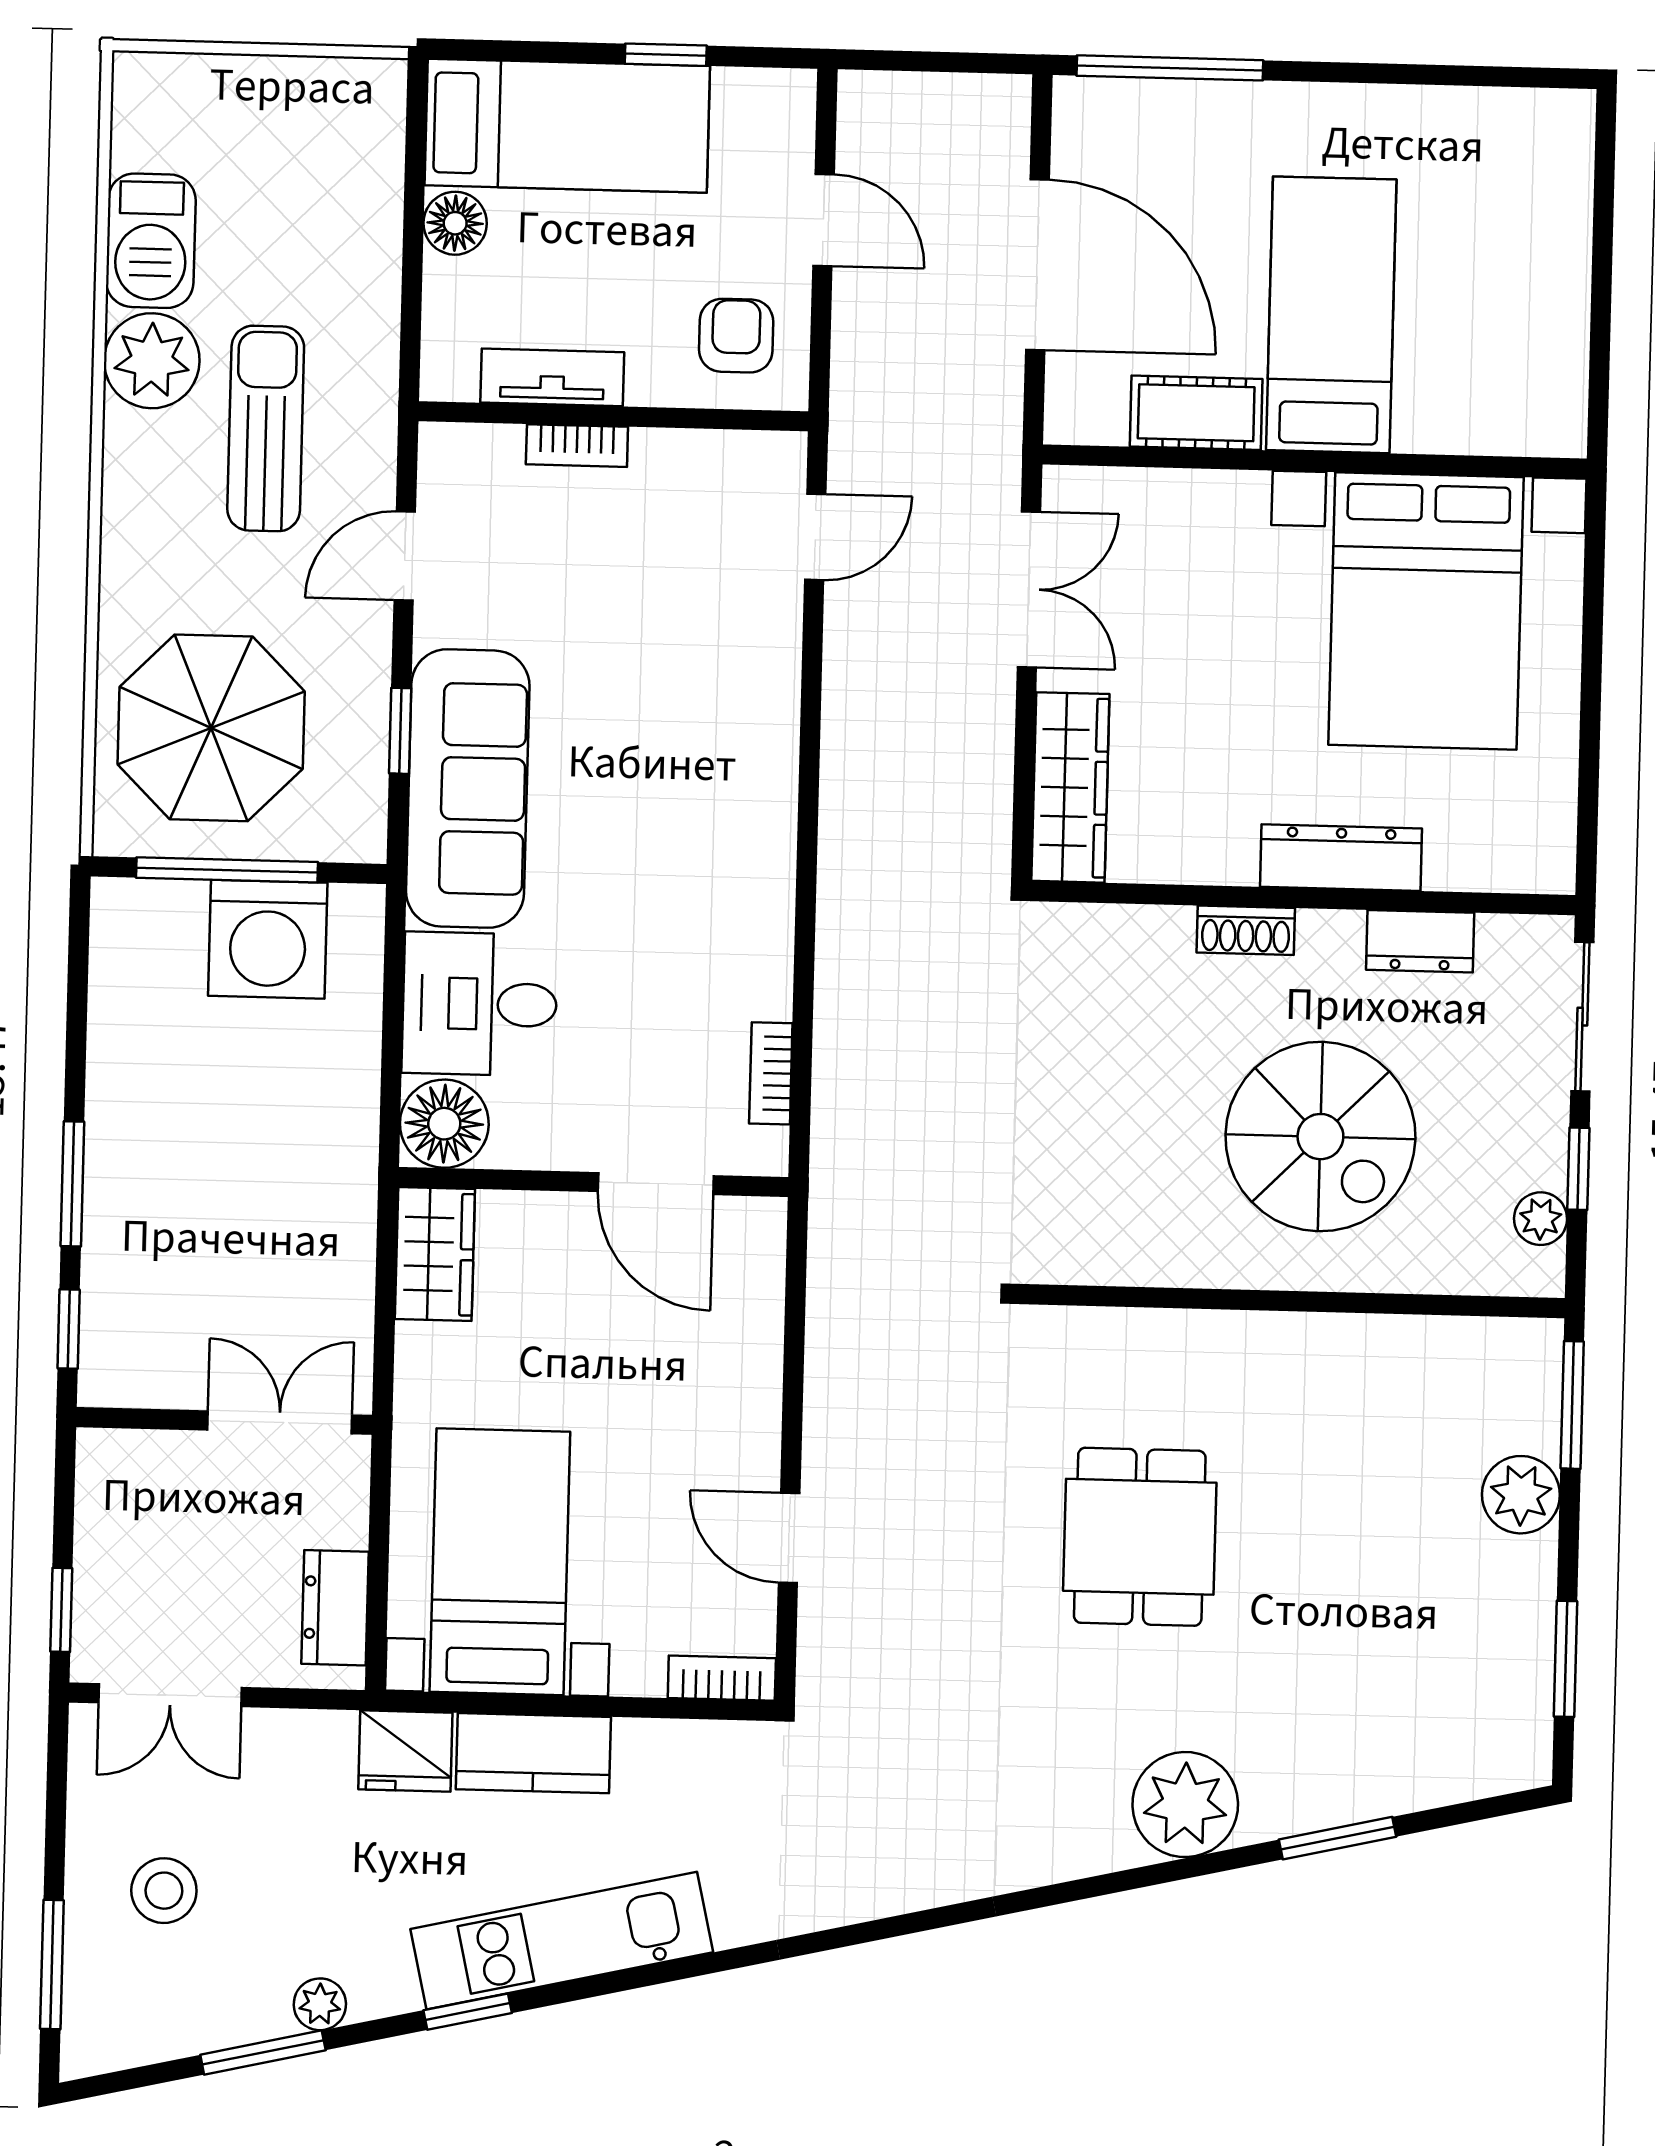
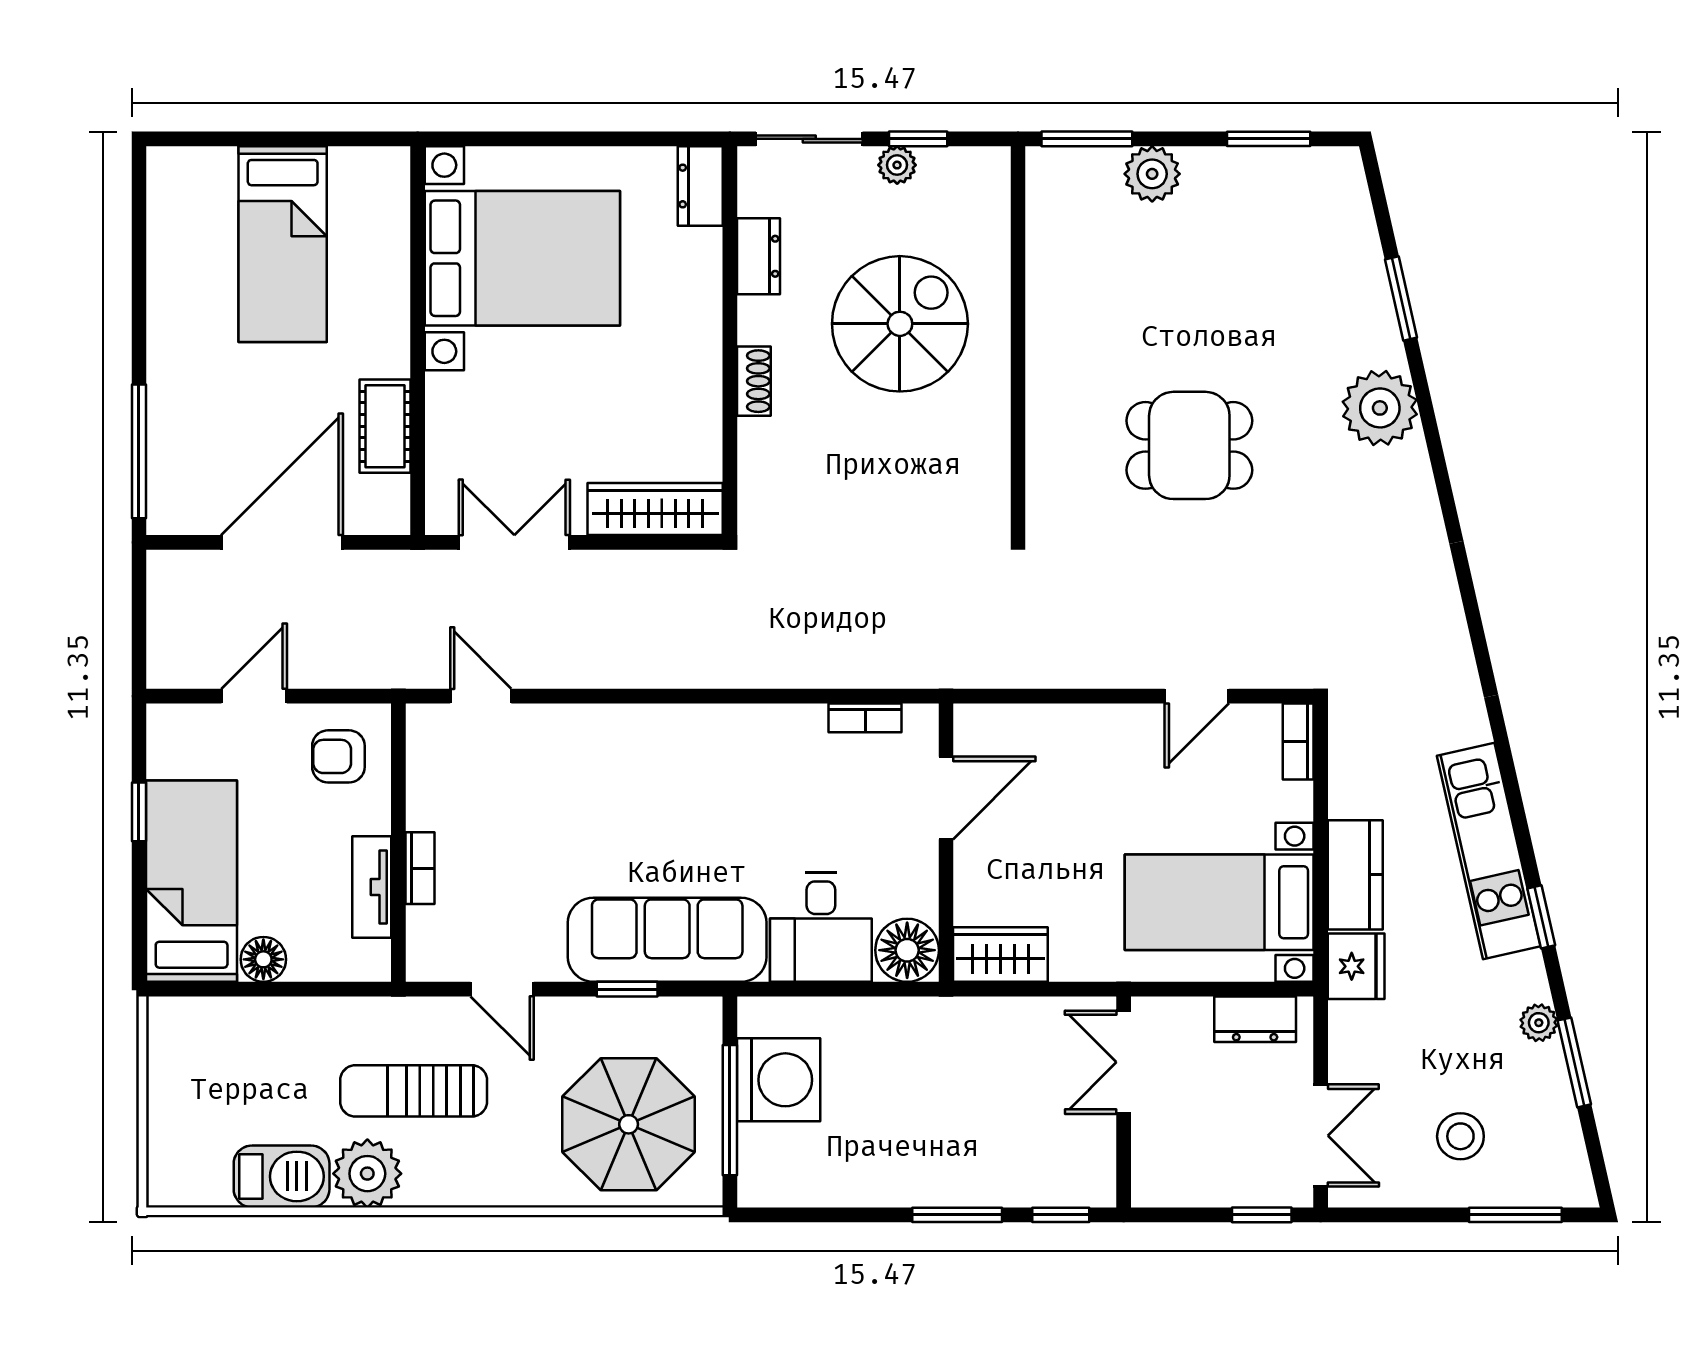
bed: (1331, 315) -> (283, 244), moved, turned -90
dresser: (1341, 858) -> (700, 186), moved, width x0.70
plant: (1541, 1219) -> (897, 165), moved

